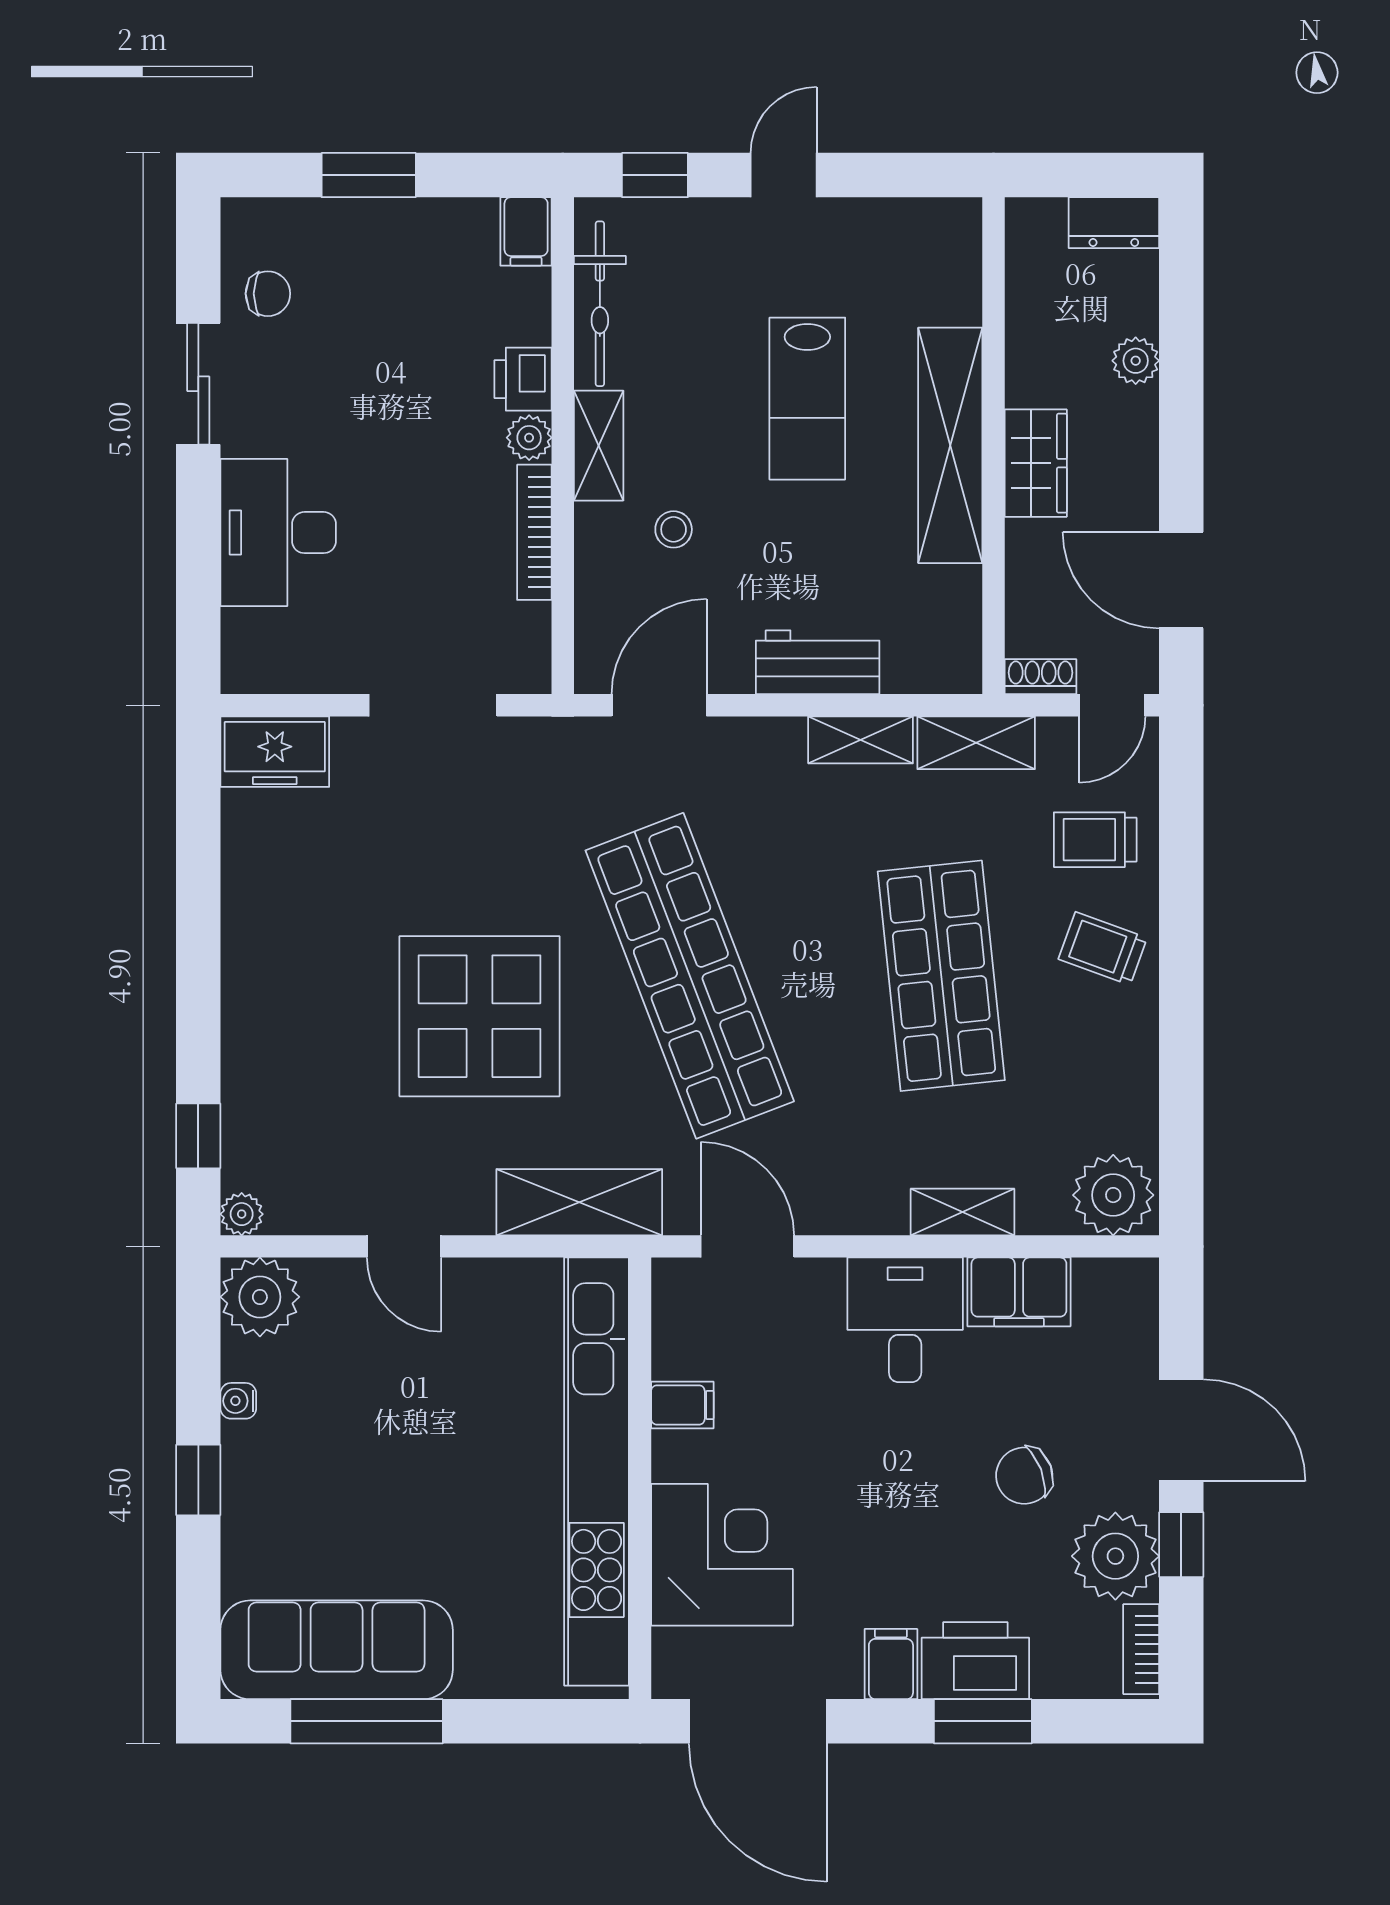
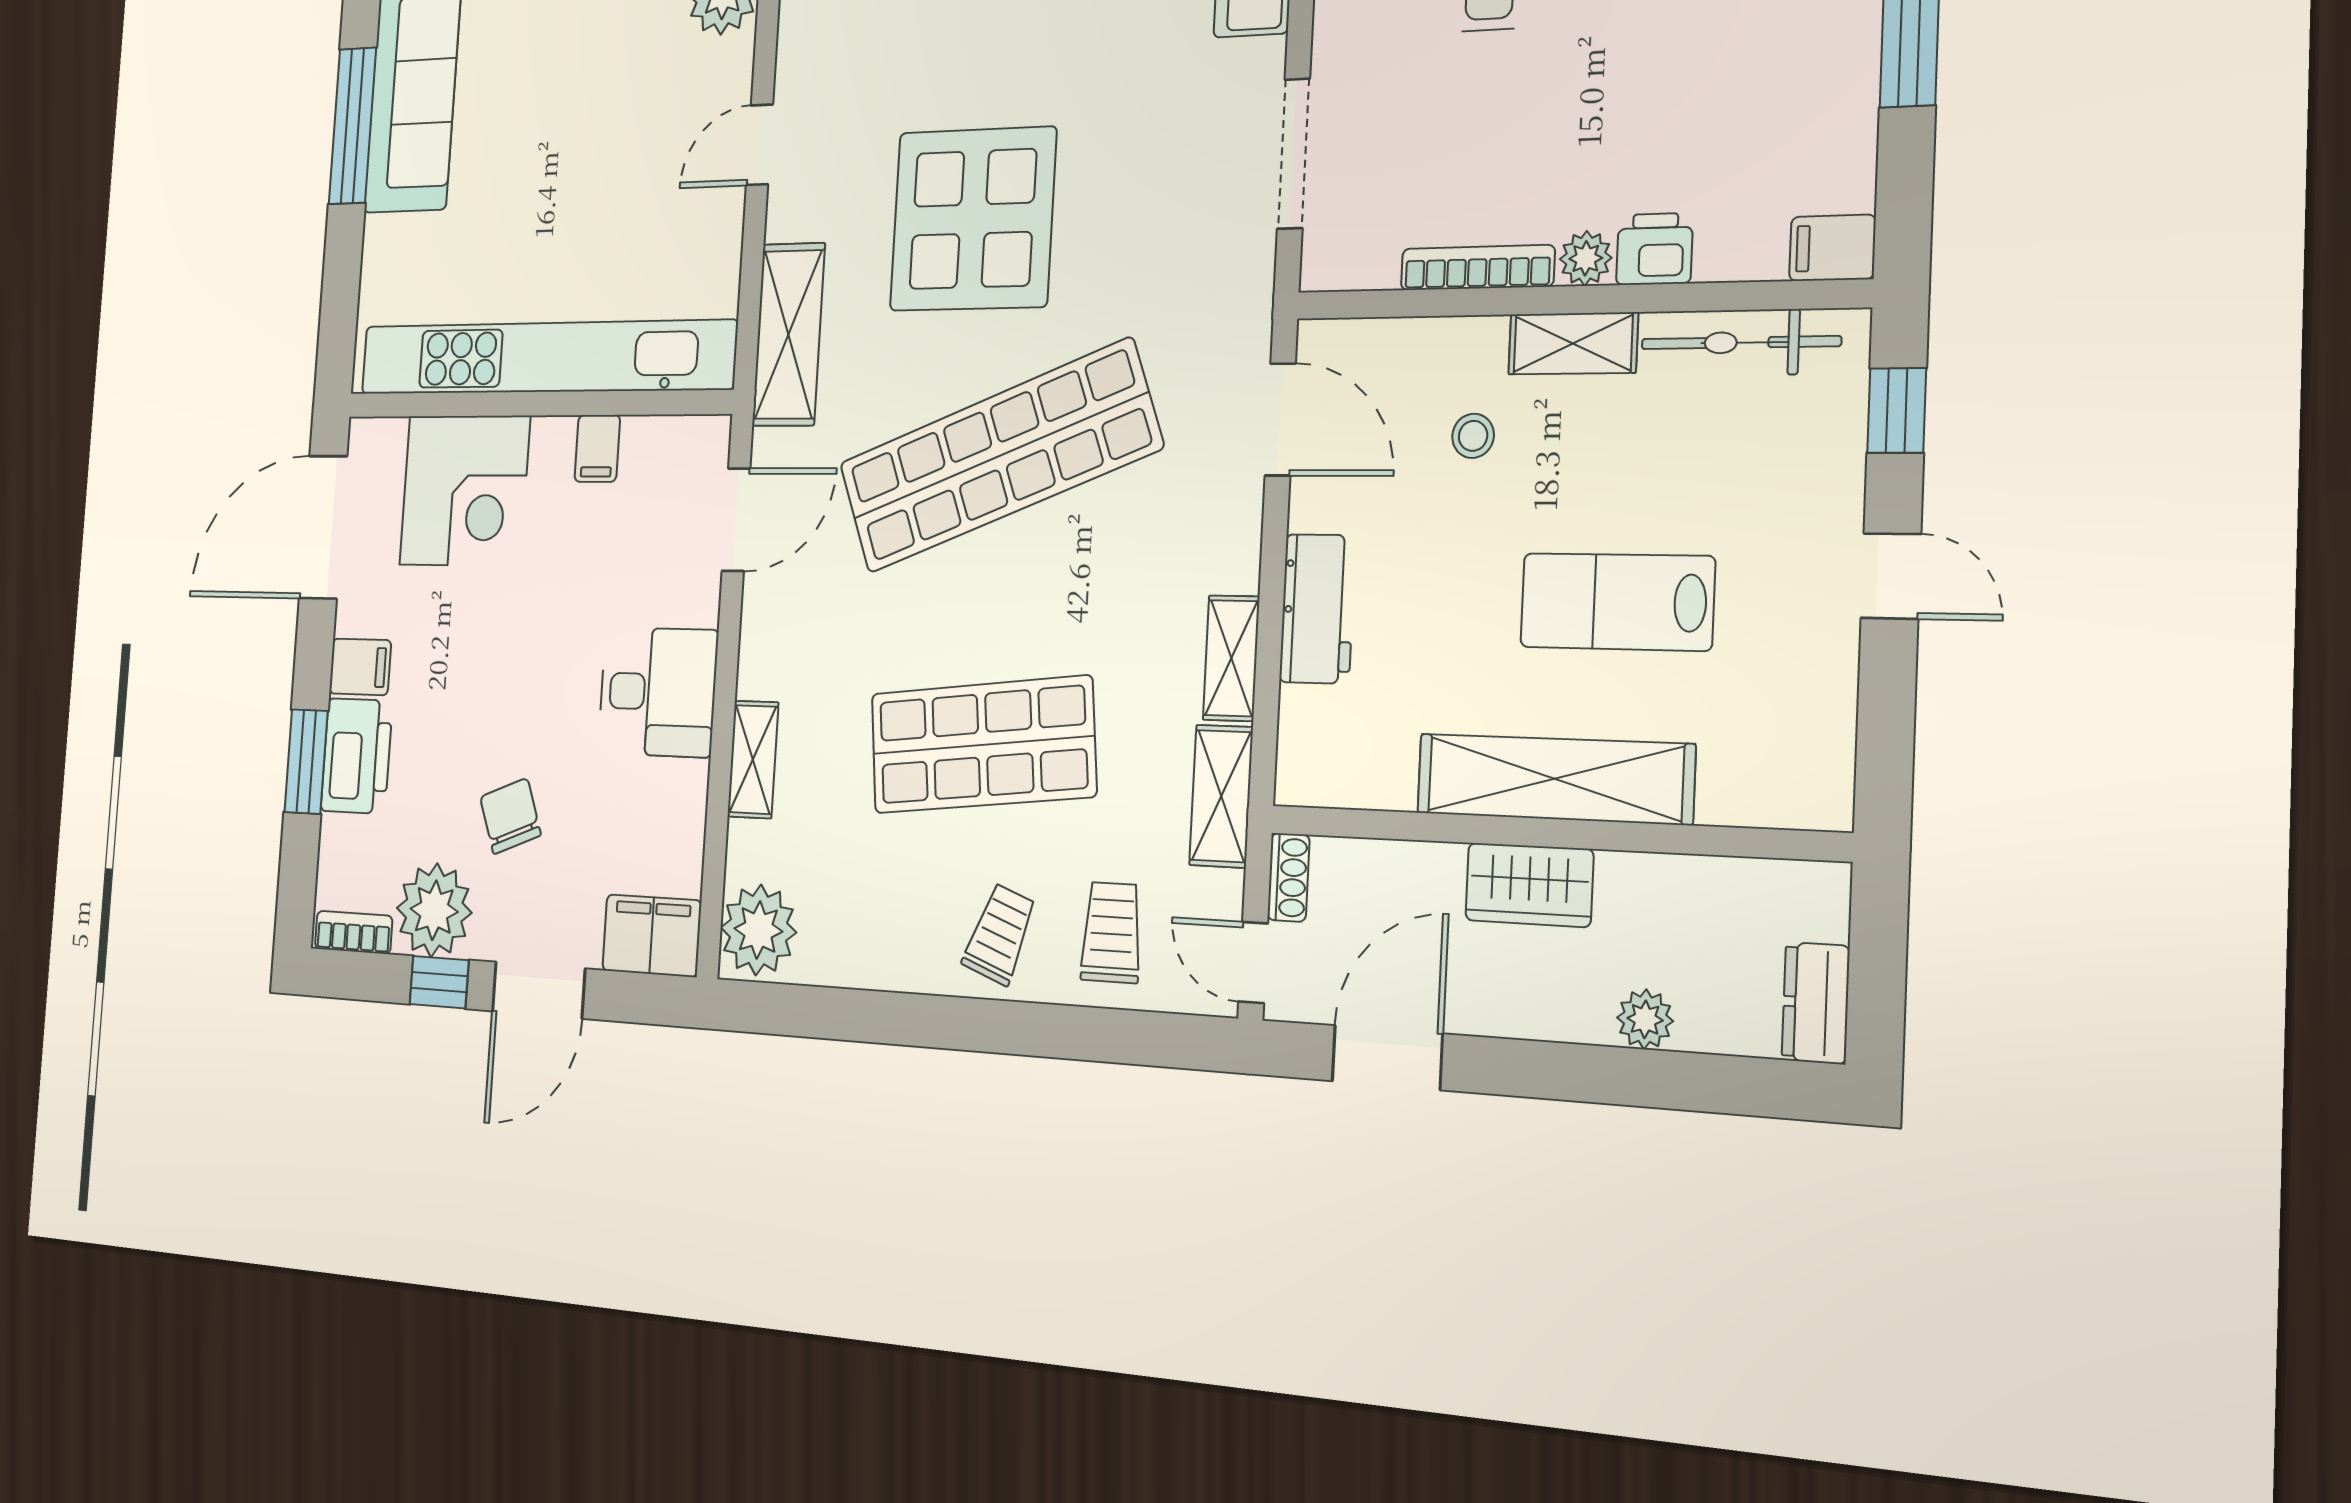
filing cabinet: (1019, 1292) -> (652, 936), moved, turned 90

